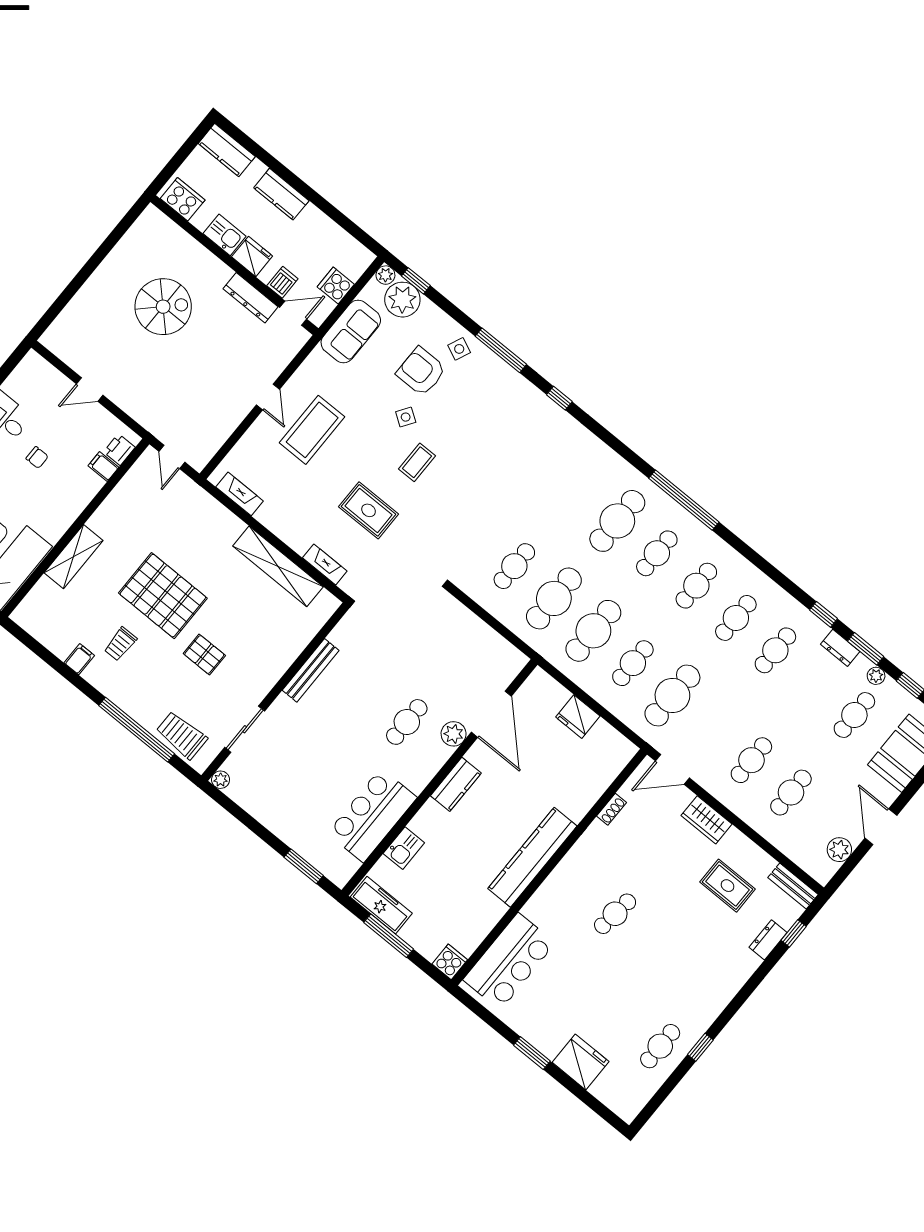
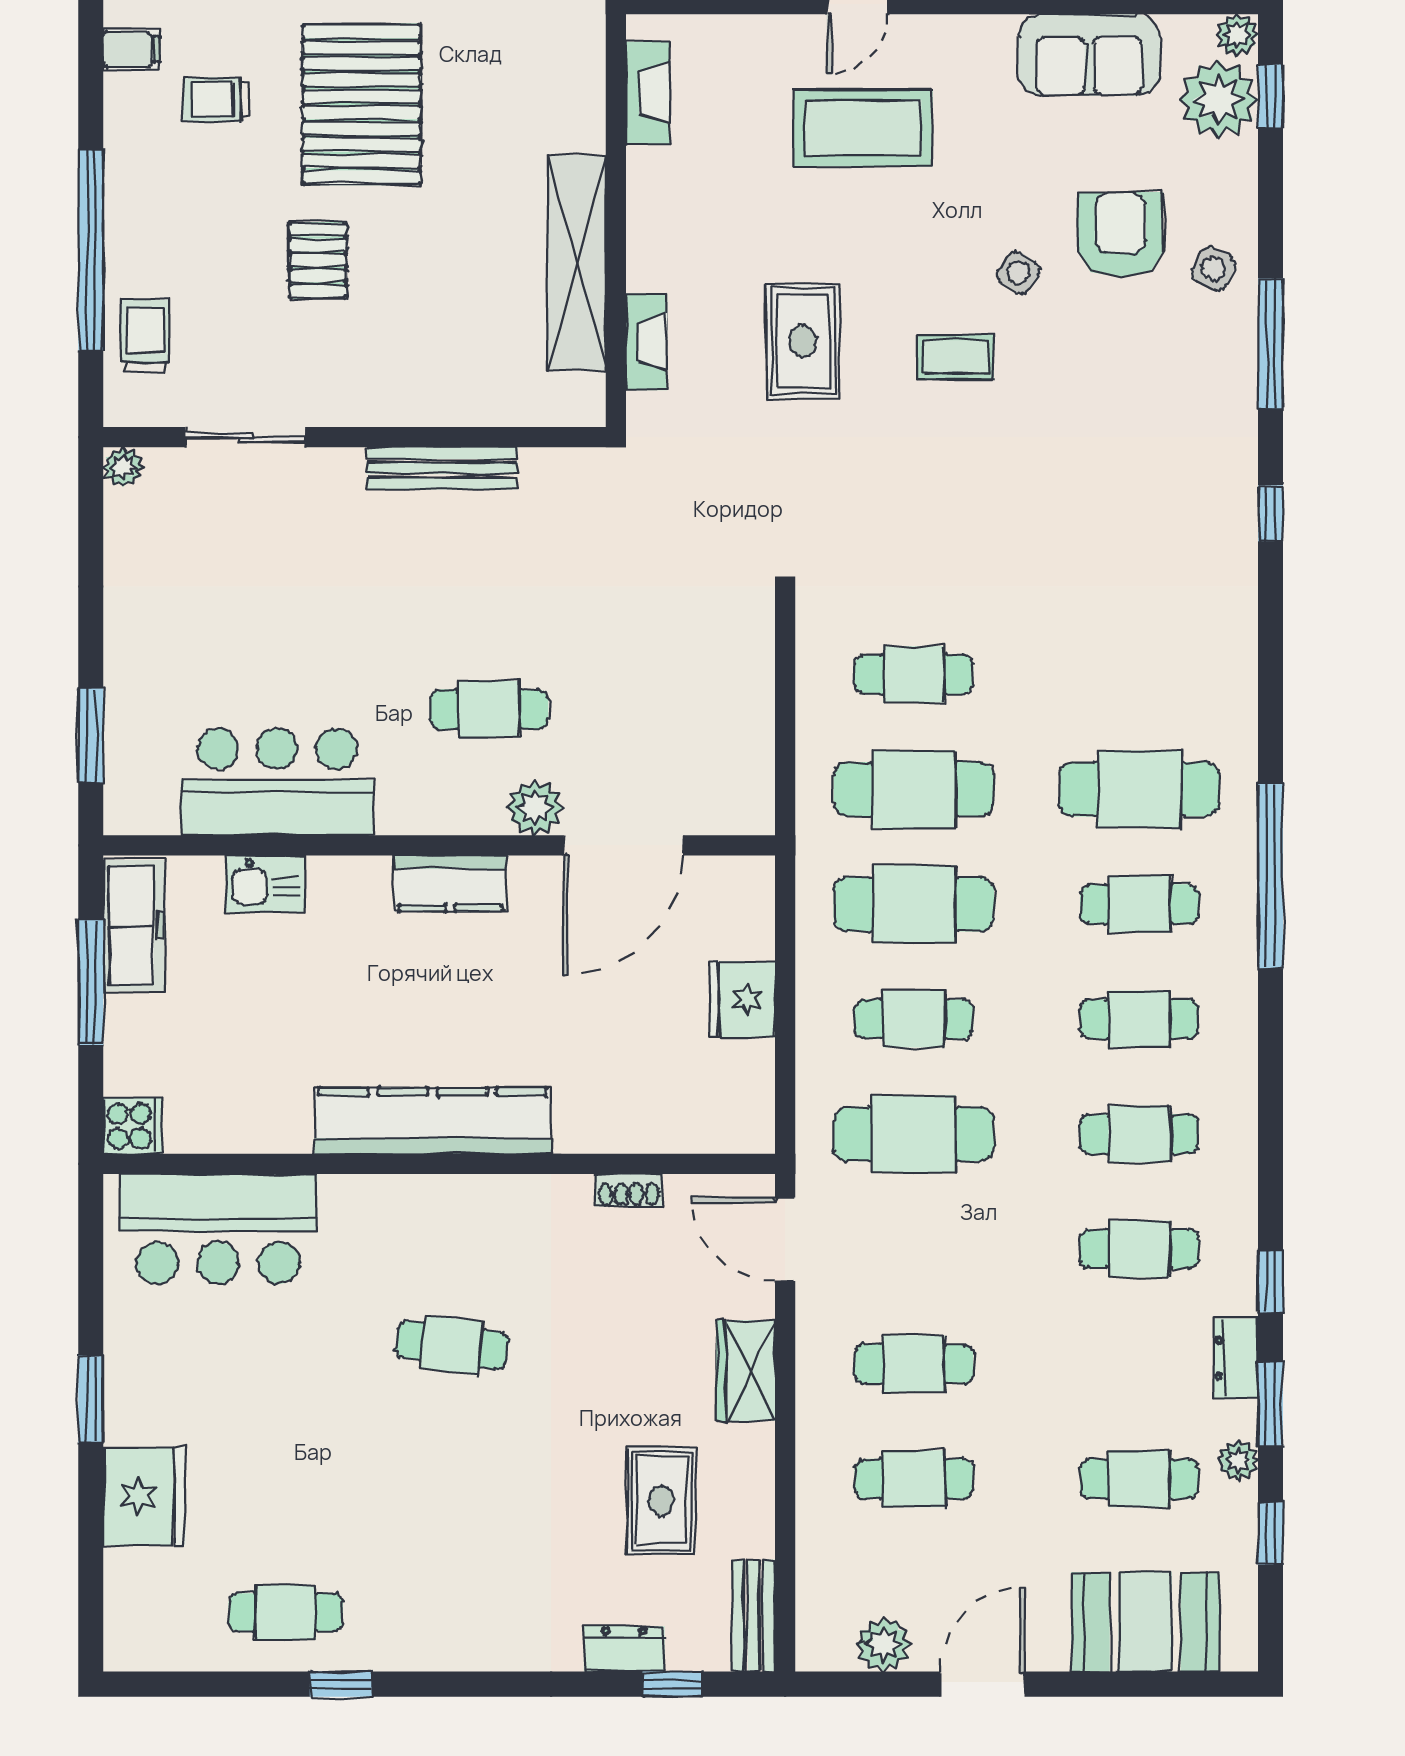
trolley: (182, 735) -> (145, 336), width x0.73, depth x0.72

